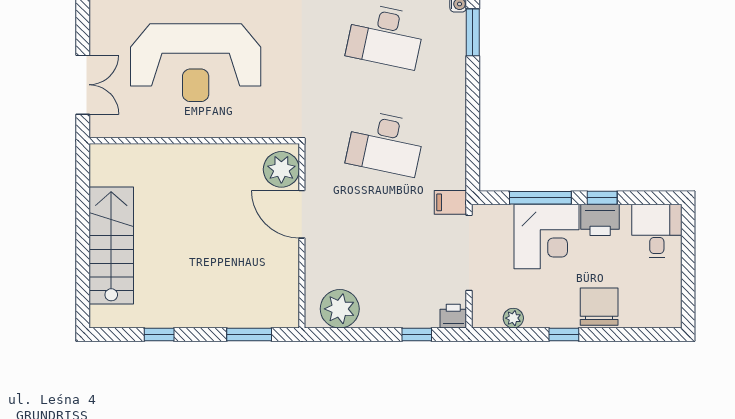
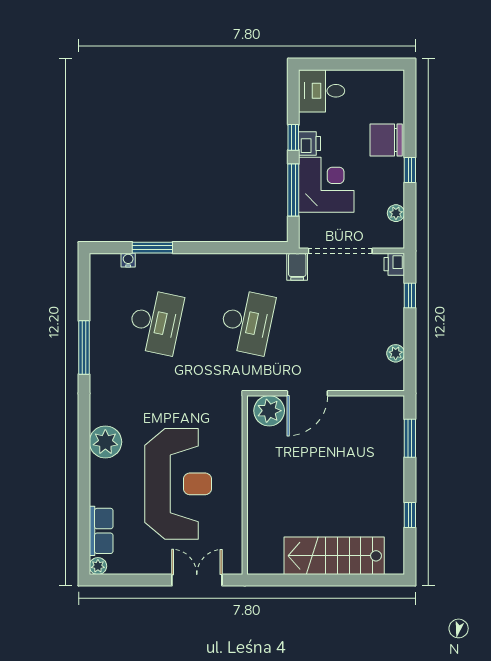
printer: (600, 220) -> (310, 143), width x0.73, depth x0.81
plant: (340, 309) -> (396, 353), width x0.53, depth x0.53

